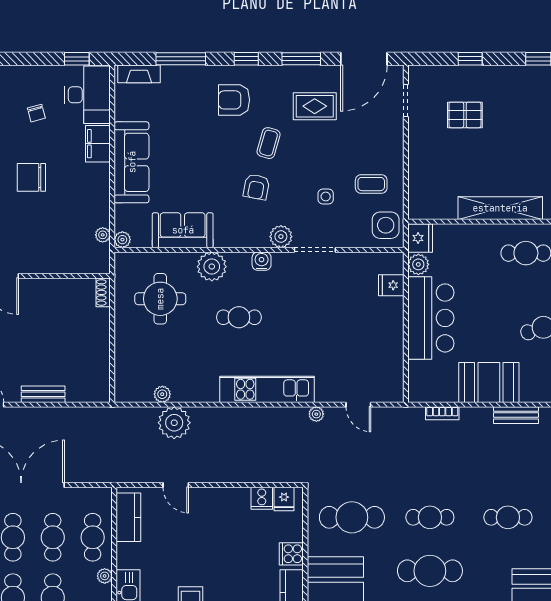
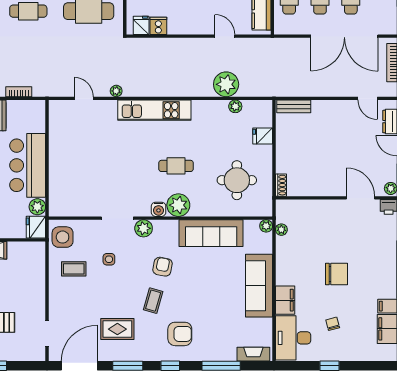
window: (77, 59) -> (330, 366), moved
sofa: (183, 230) -> (211, 233), width x1.36
plant: (212, 267) -> (178, 205), moved
fridge: (391, 285) -> (263, 136), moved, turned 180
bench: (43, 394) -> (294, 106), moved

